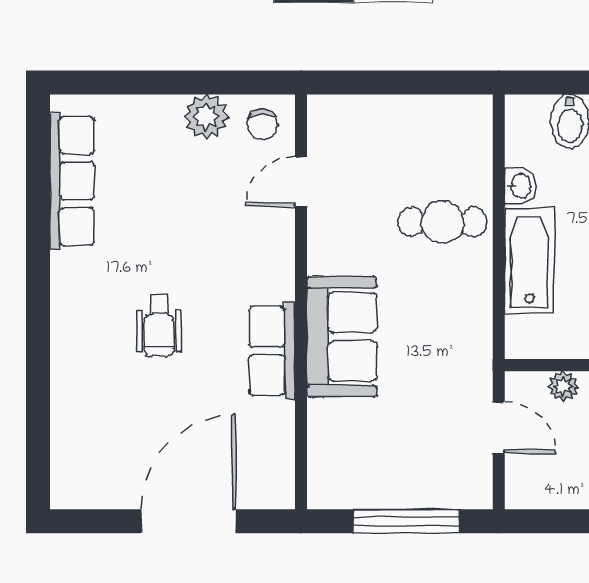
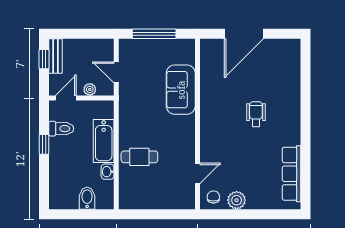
sofa: (342, 337) -> (181, 90), moved
row of seats: (272, 351) -> (209, 104), removed

